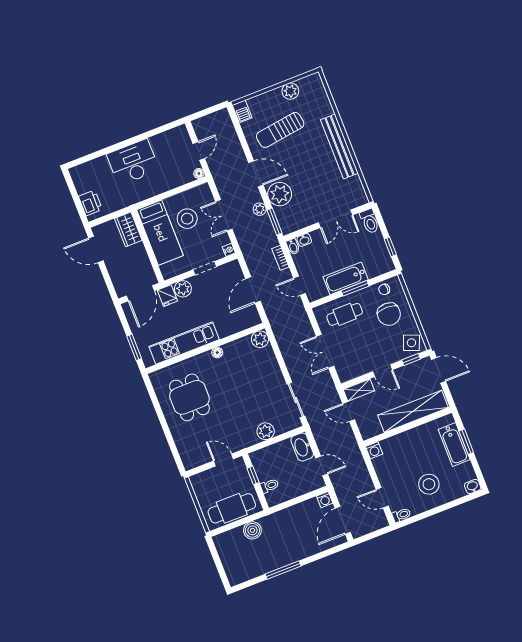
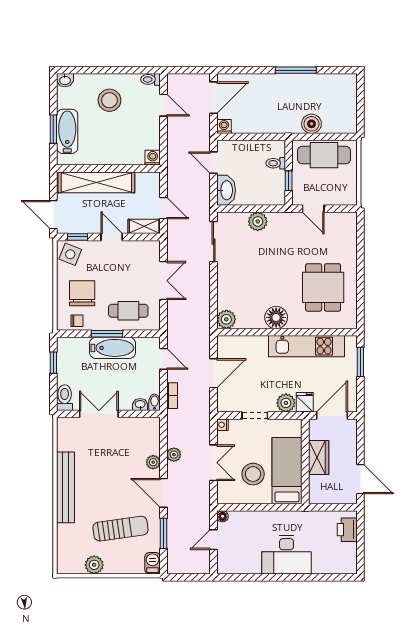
plant: (280, 194) -> (153, 462), width x0.53, depth x0.53
window: (274, 222) -> (163, 533), moved
wardrobe: (128, 229) -> (319, 457), moved
floor lamp: (217, 353) -> (276, 317), width x1.89, depth x1.89

